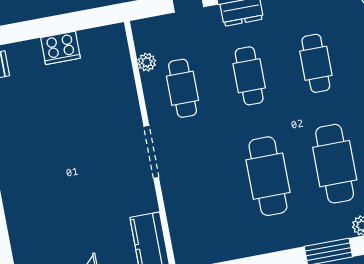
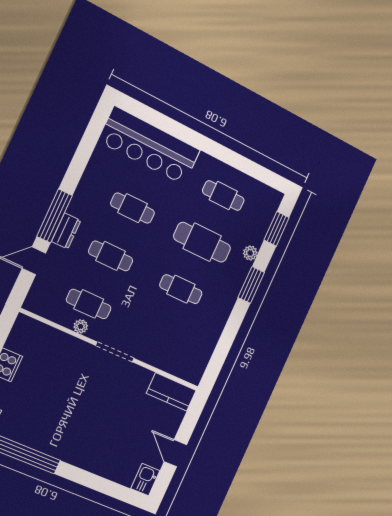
plant: (147, 62) -> (81, 326), moved
cafe table: (268, 176) -> (181, 289), width x0.73, depth x0.74

